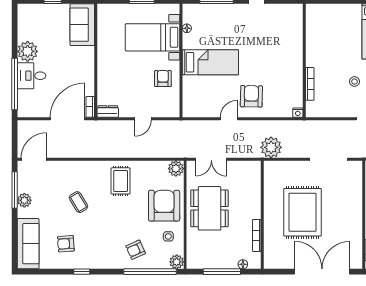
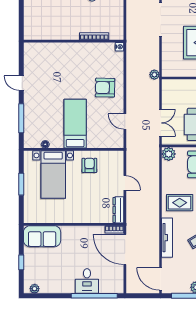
plant: (28, 51) -> (35, 289), moved, width x0.53, depth x0.53
armchair: (163, 78) -> (89, 165), turned 90
dresser: (108, 111) -> (118, 210), width x1.44
door: (229, 119) -> (125, 122), moved
plant: (271, 147) -> (154, 75), width x0.53, depth x0.53
tv unit: (81, 167) -> (167, 238), added

